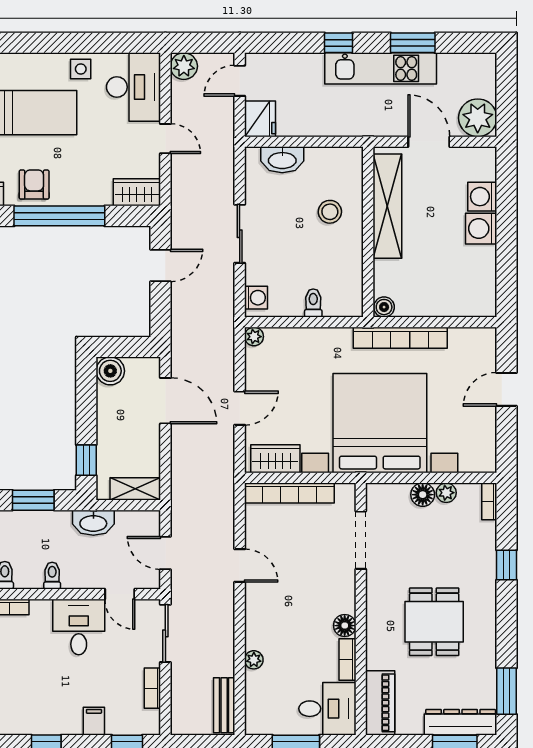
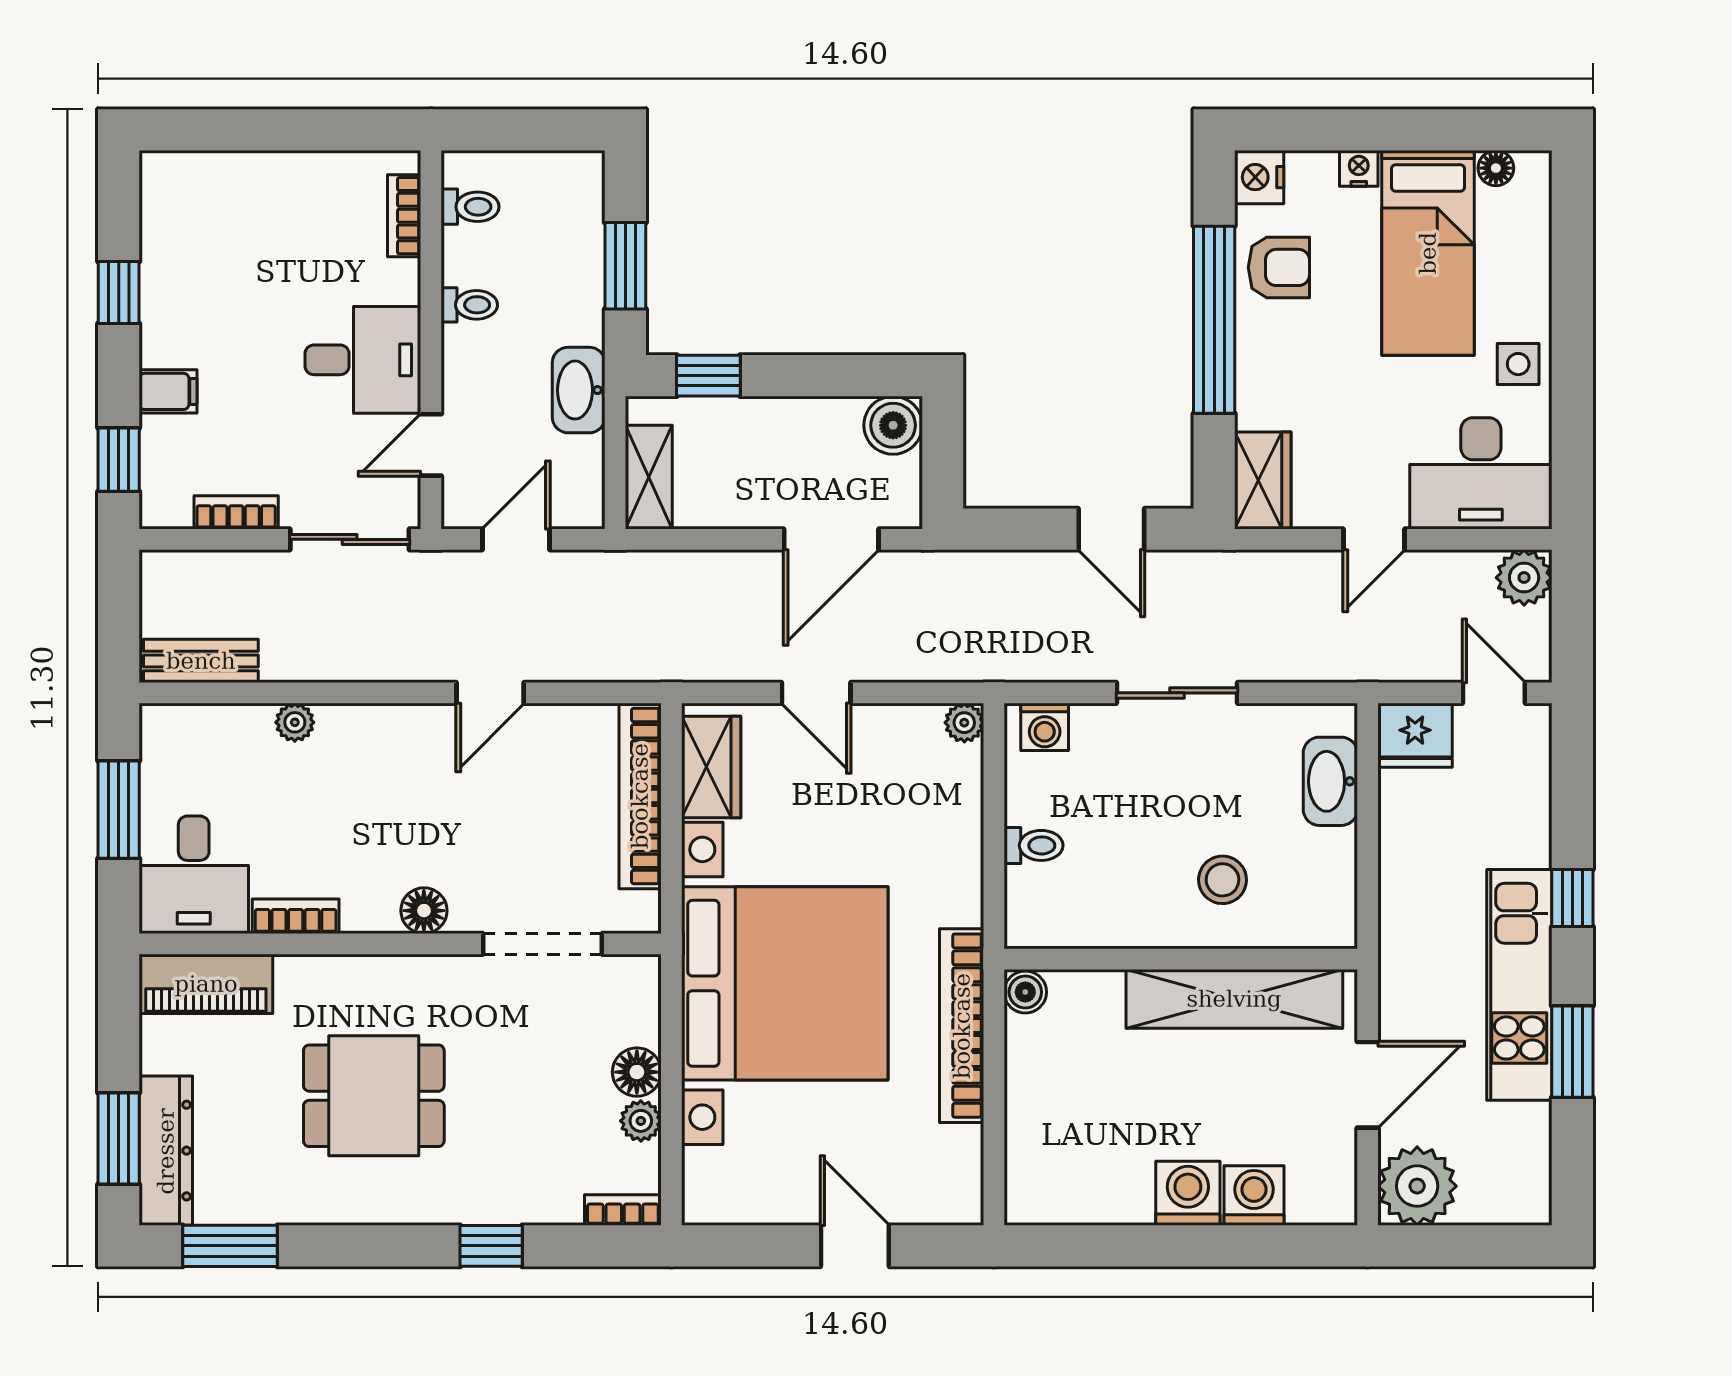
floor lamp: (345, 626) -> (424, 911), moved

